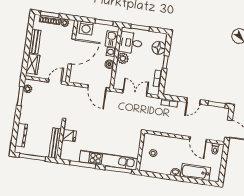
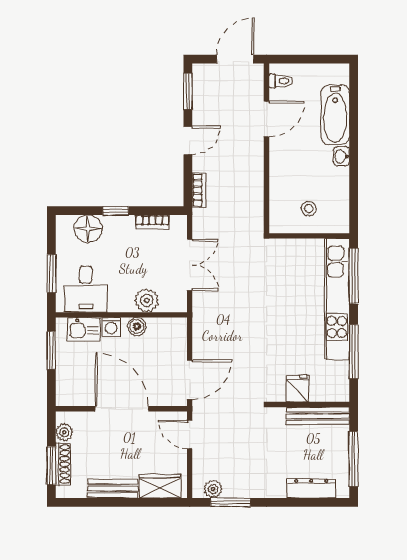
washing machine: (86, 28) -> (69, 386), removed
plant: (123, 58) -> (147, 300), moved
door: (97, 88) -> (190, 380), moved
double door: (135, 93) -> (190, 265), swing flipped
door: (193, 101) -> (188, 140), hinge flipped

